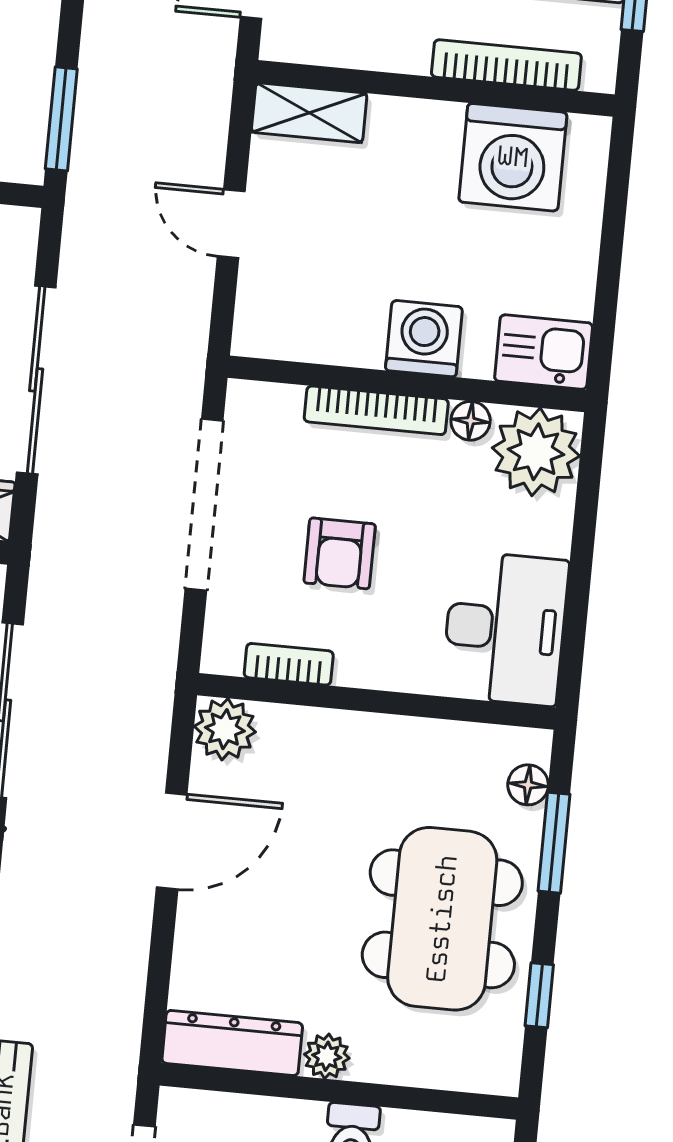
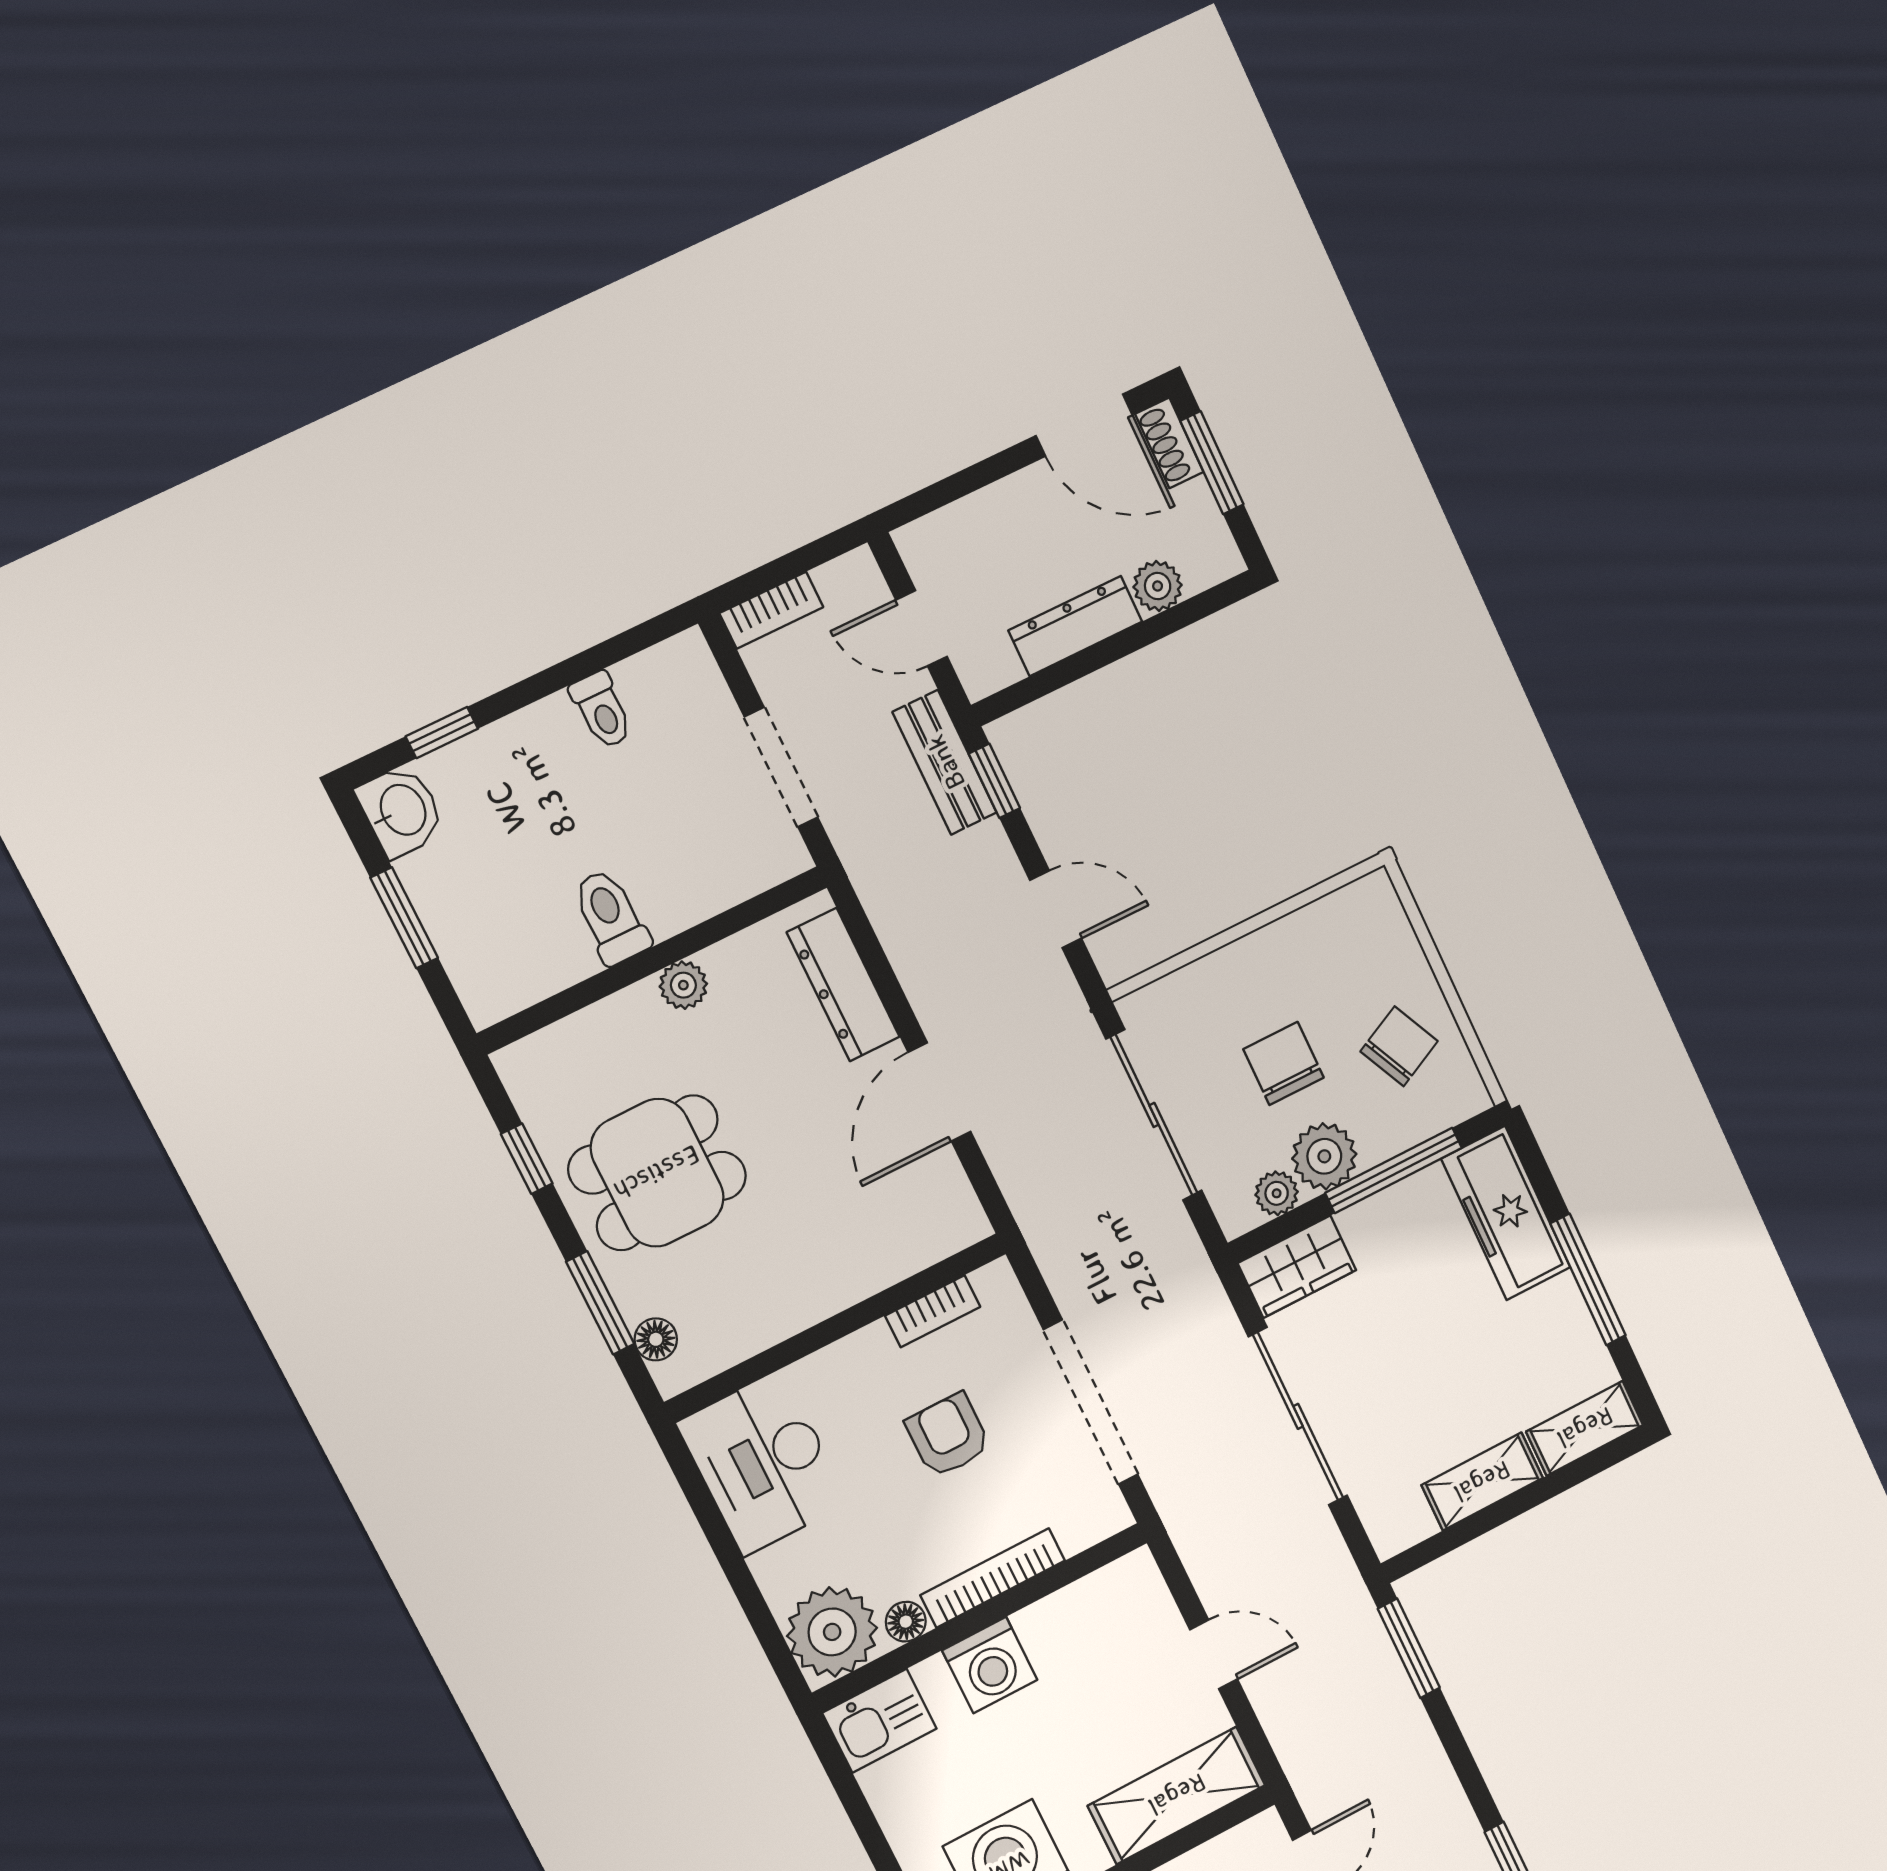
shelving: (309, 113) -> (1177, 1795), width x1.50, depth x1.33
plant: (225, 729) -> (953, 1219), removed
dining table: (442, 919) -> (657, 1173), width x0.73
dresser: (232, 1043) -> (843, 985), moved, turned 90

